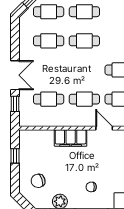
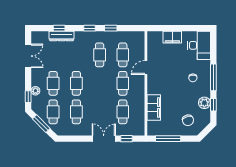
filing cabinet: (71, 138) -> (154, 107), moved
window: (15, 156) -> (168, 139), width x2.17

